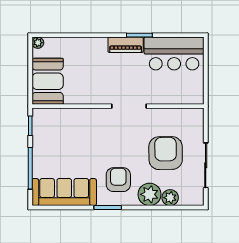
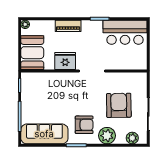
piano: (126, 45) -> (68, 26), moved
fridge: (92, 93) -> (65, 61), added
armchair: (118, 180) -> (84, 125), turned 90
plant: (170, 198) -> (132, 138), moved

